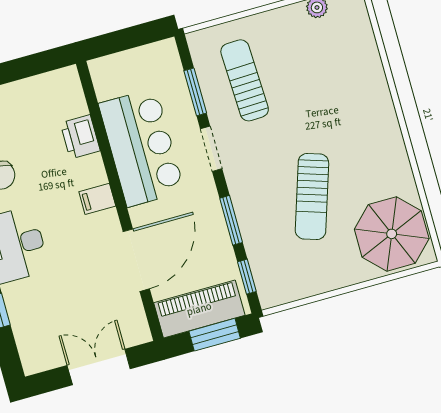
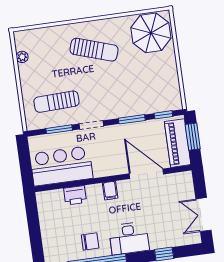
bar counter: (142, 148) -> (61, 166), moved
sun lounger: (312, 196) -> (94, 50), moved
double door: (99, 367) -> (203, 215), moved

